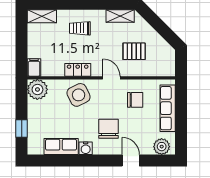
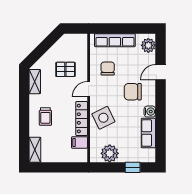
pallet: (134, 51) -> (65, 69), turned 90
filing cabinet: (34, 67) -> (80, 142), moved
locker: (78, 70) -> (82, 119), width x1.53
plant: (37, 89) -> (110, 153), moved

